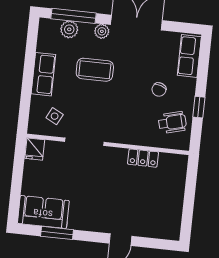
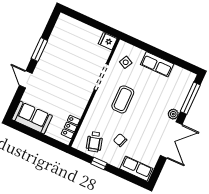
plant: (69, 29) -> (182, 92), removed
coffee table: (95, 70) -> (123, 99), moved
locker: (143, 158) -> (71, 127), moved
sofa: (43, 212) -> (32, 118), moved, turned -90
window: (57, 233) -> (39, 49), moved

